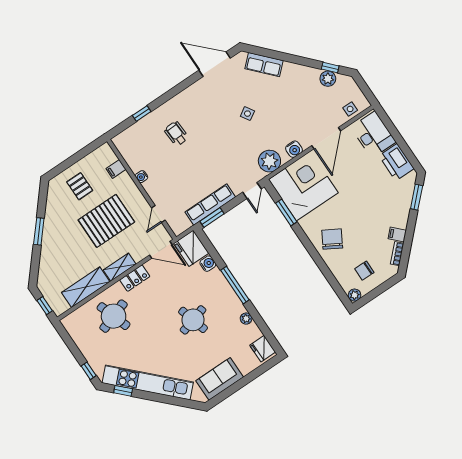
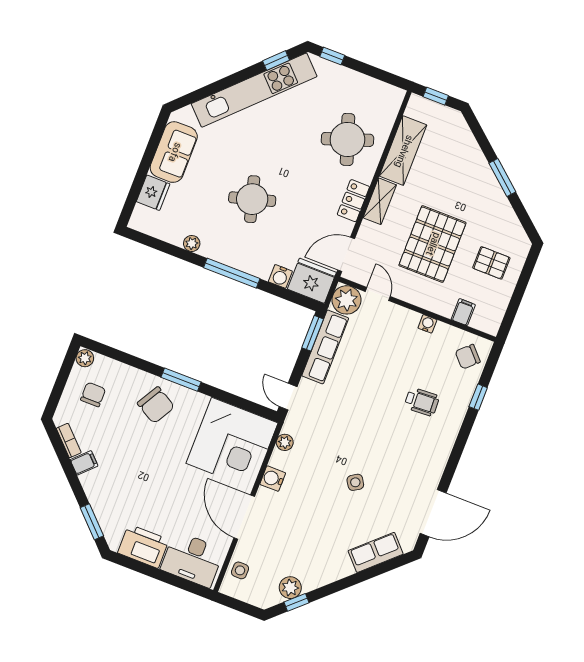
chair: (131, 141) -> (468, 357), added
plant: (269, 161) -> (285, 442), width x0.53, depth x0.53
window: (286, 212) -> (181, 380), moved
plant: (179, 223) -> (346, 300), added
fridge: (263, 349) -> (153, 193), moved, turned 90

